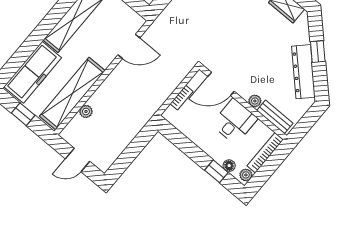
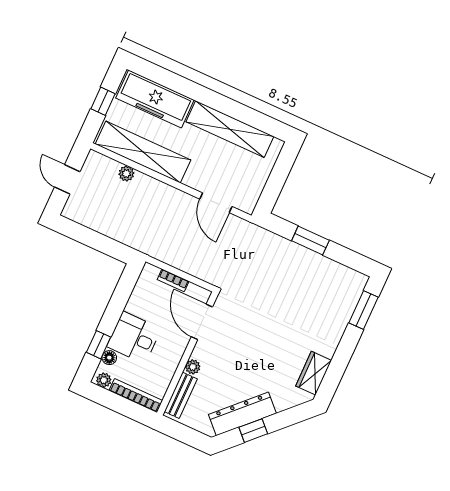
window: (318, 52) -> (253, 431), moved
desk: (234, 121) -> (134, 338), moved, turned 180

